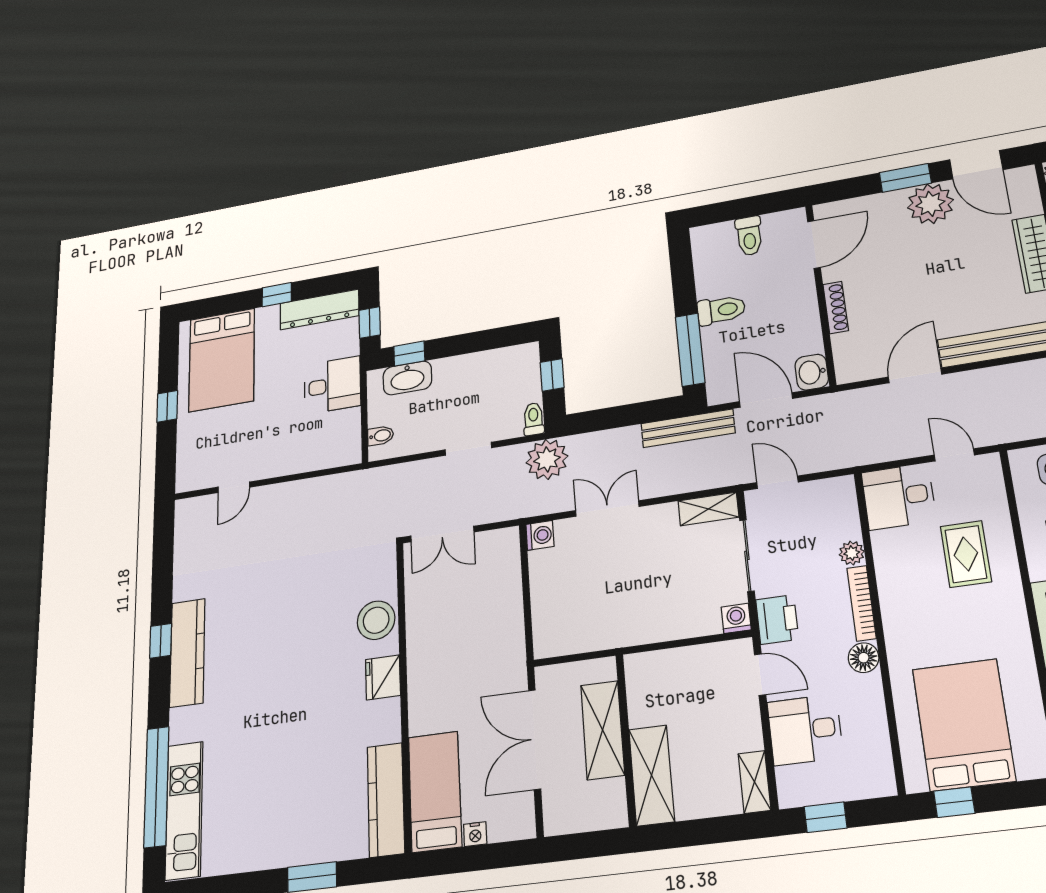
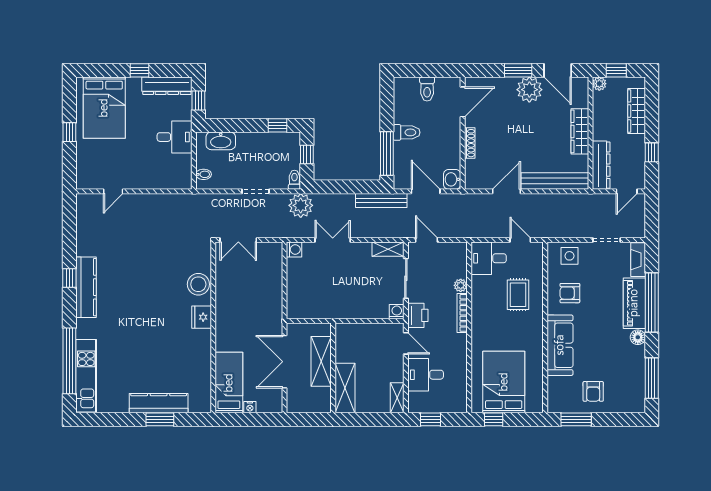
window: (409, 354) -> (278, 125), moved
floor lamp: (864, 658) -> (459, 342), removed
kitchen counter: (386, 800) -> (159, 403), moved, turned 90

